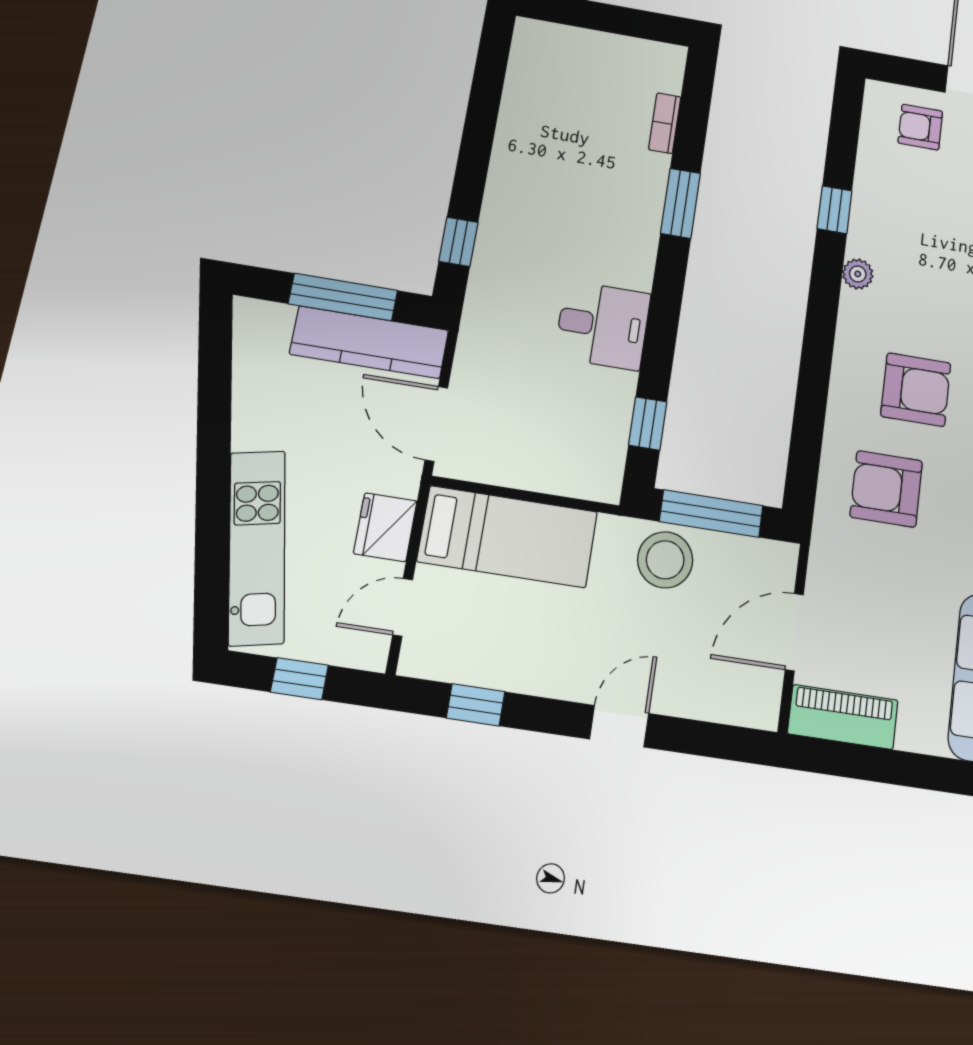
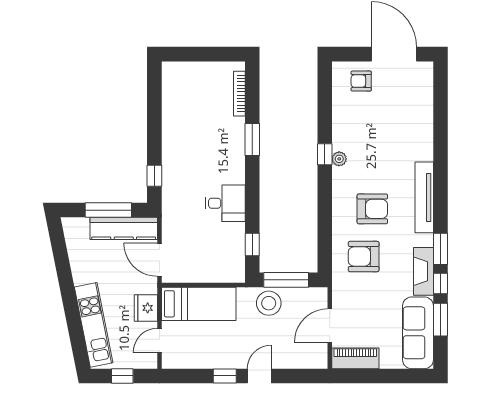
bookcase: (665, 123) -> (239, 94), width x1.56
window: (835, 210) -> (325, 154), moved
window: (476, 705) -> (225, 376), moved

